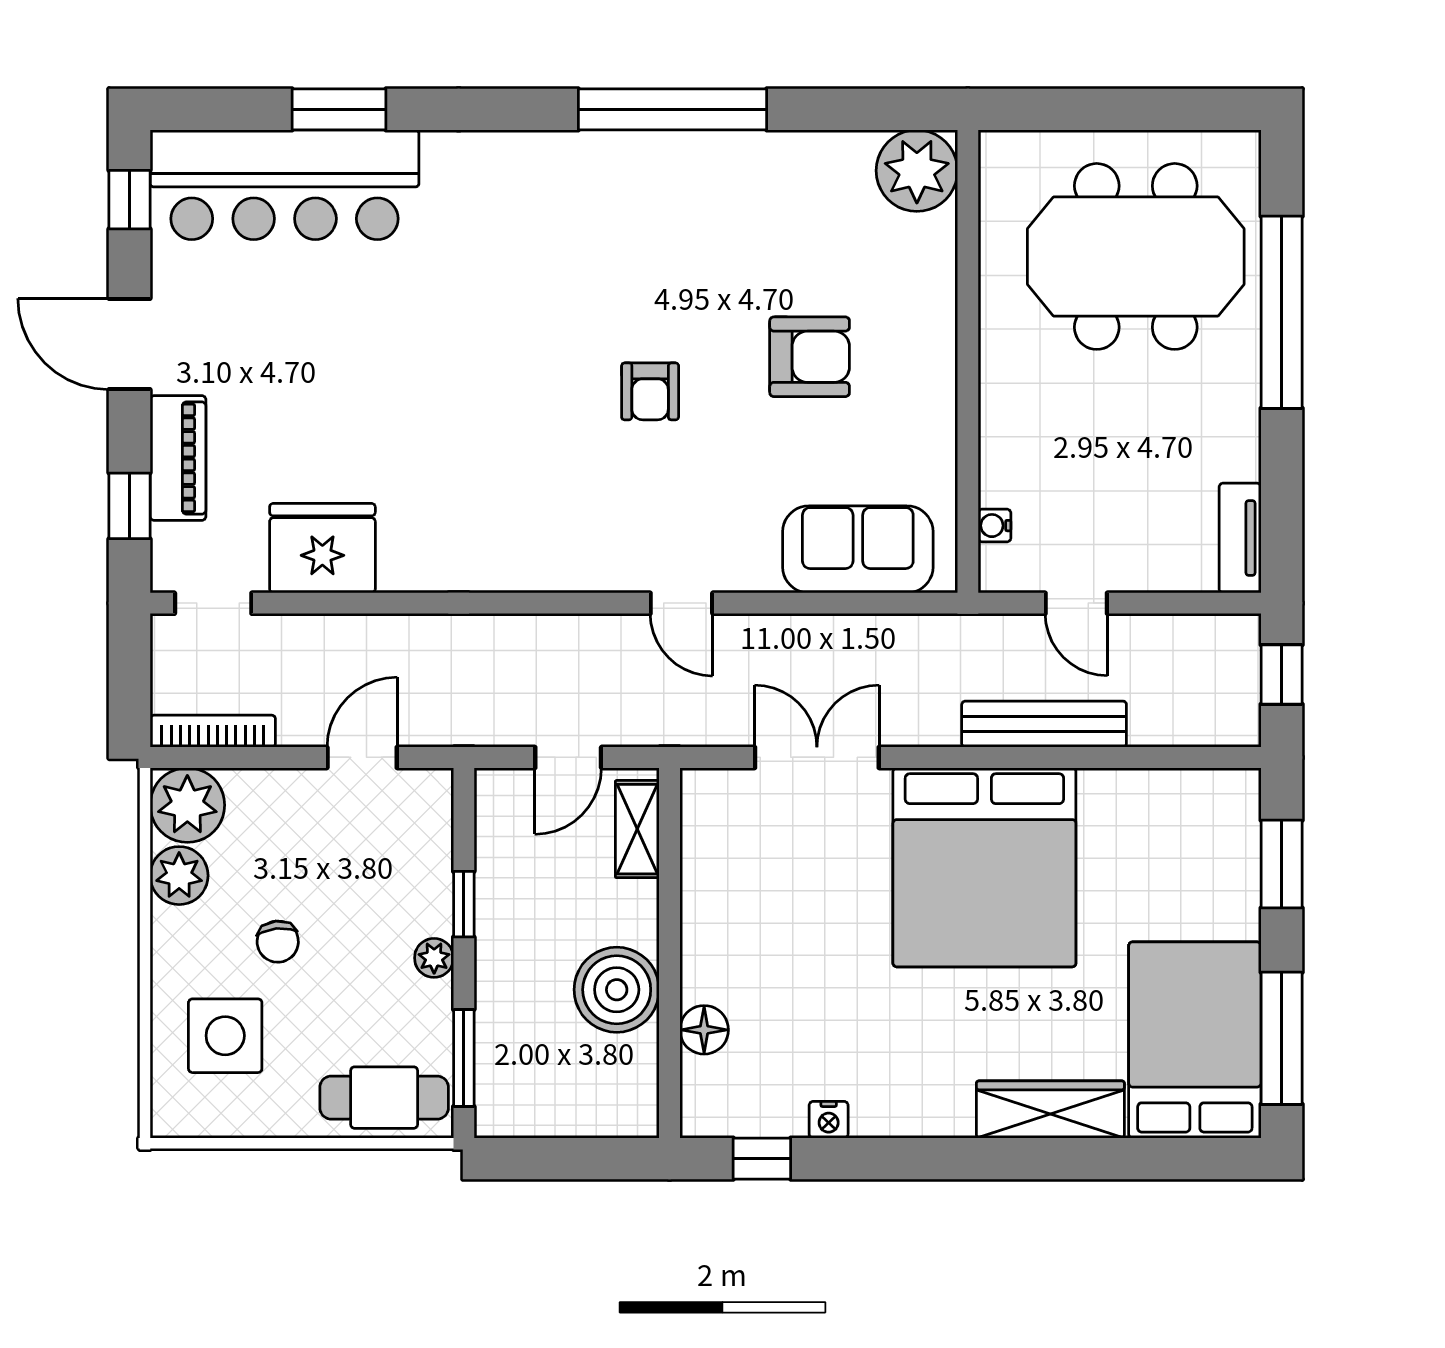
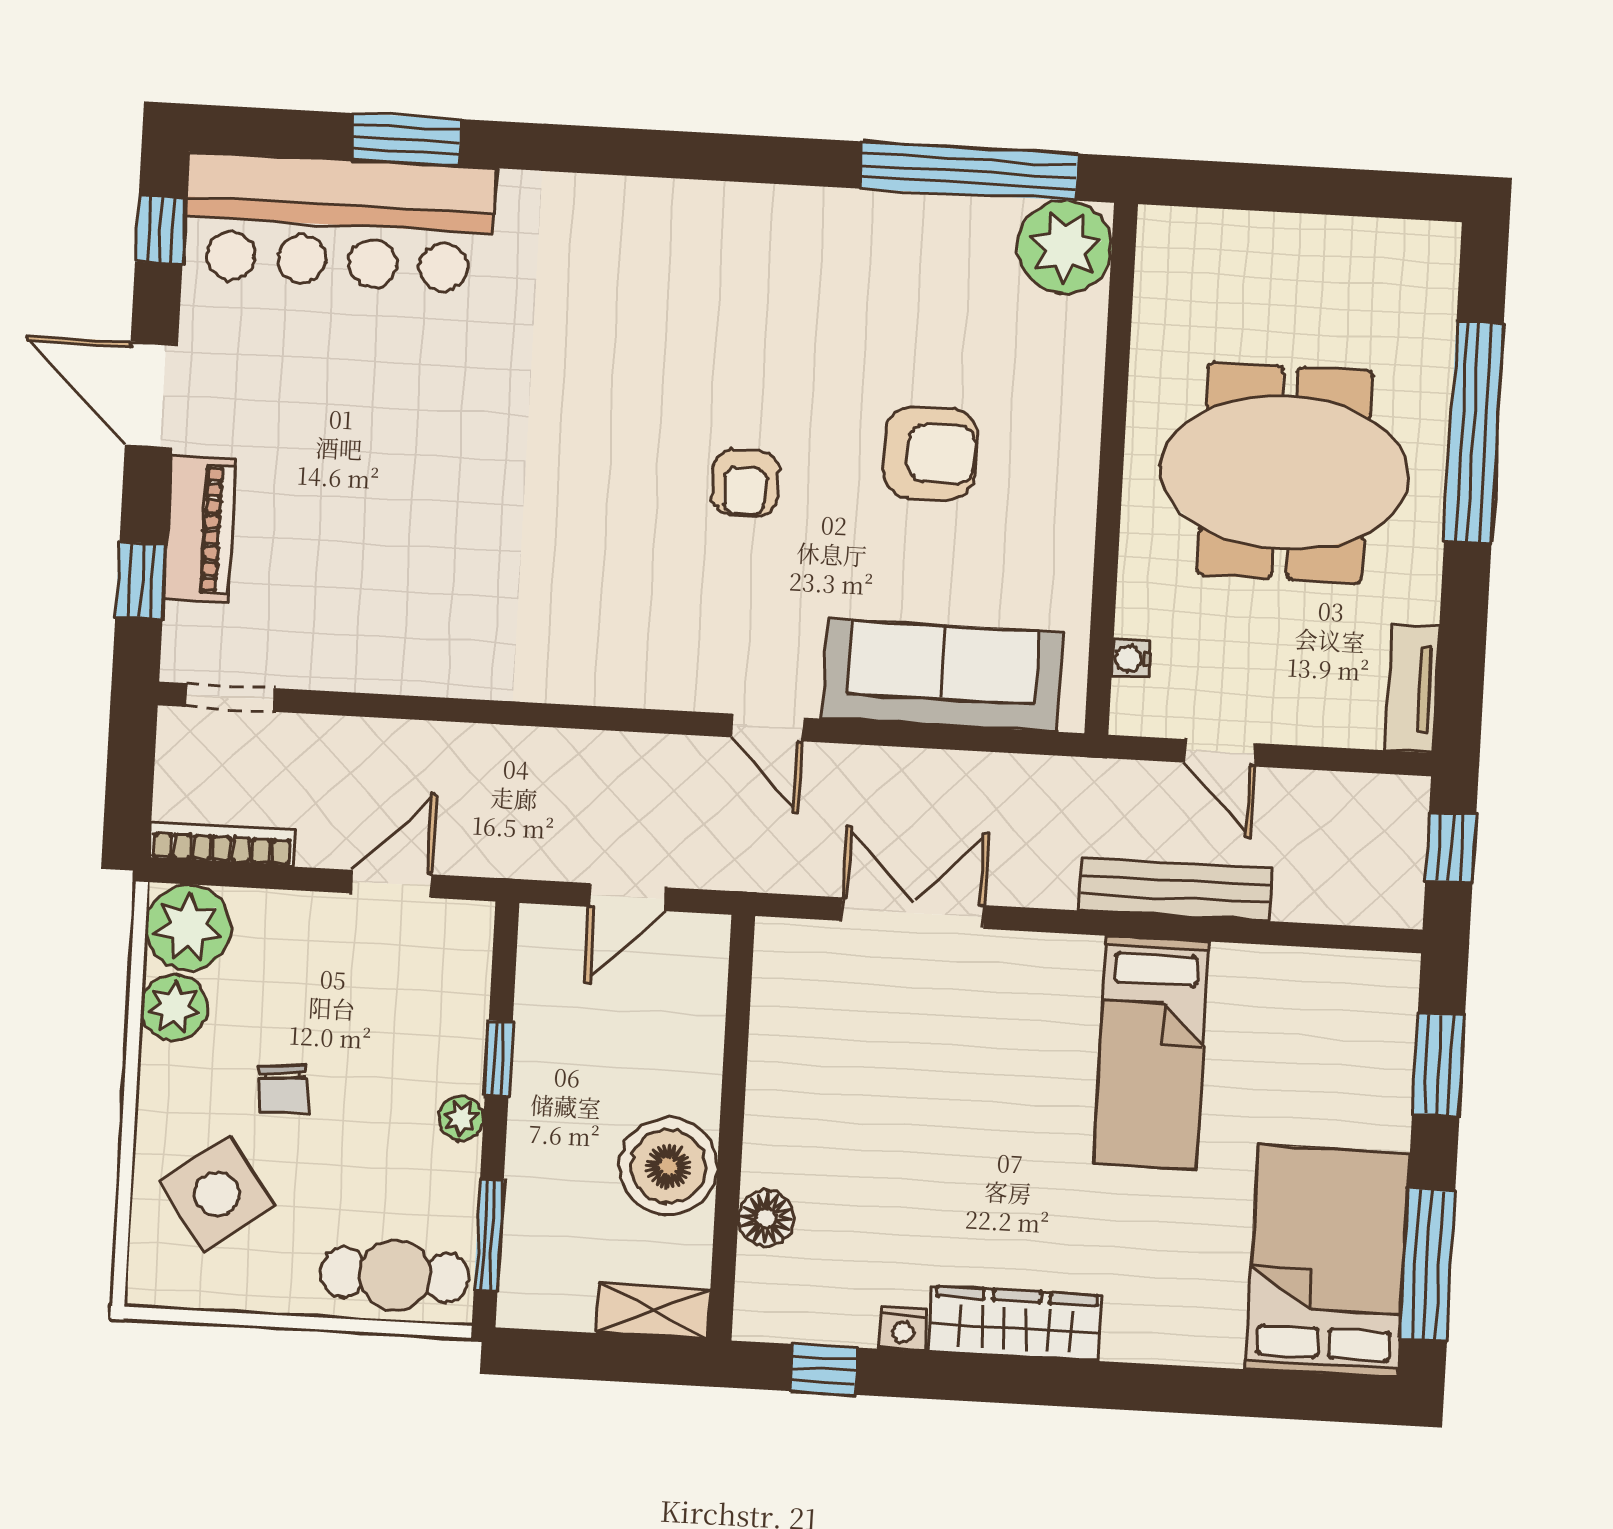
window: (673, 109) -> (969, 171), moved
meeting table: (1136, 256) -> (1285, 473), moved
fridge: (322, 548) -> (359, 641), removed
sofa: (858, 549) -> (942, 675), width x1.36
shelving: (637, 829) -> (653, 1311), moved, turned 90
bed: (984, 867) -> (1151, 1053), width x0.49
side table: (225, 1036) -> (217, 1194), turned -36
wardrobe: (1050, 1109) -> (1016, 1323), moved

